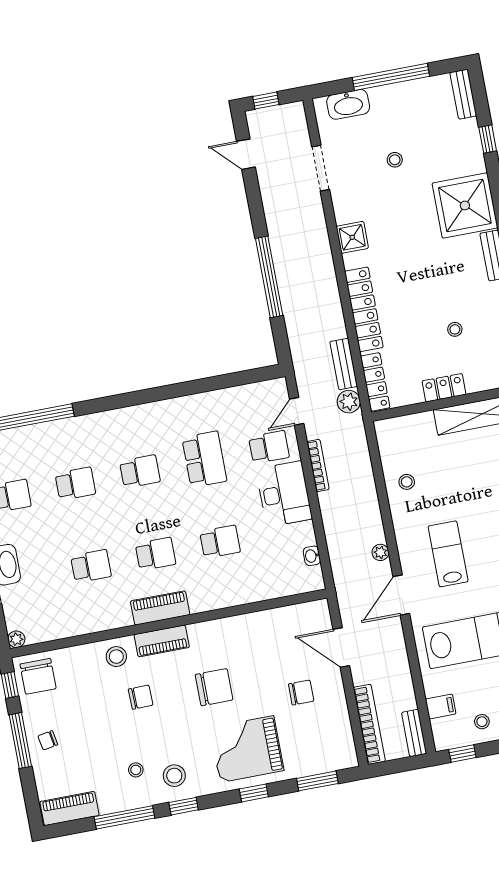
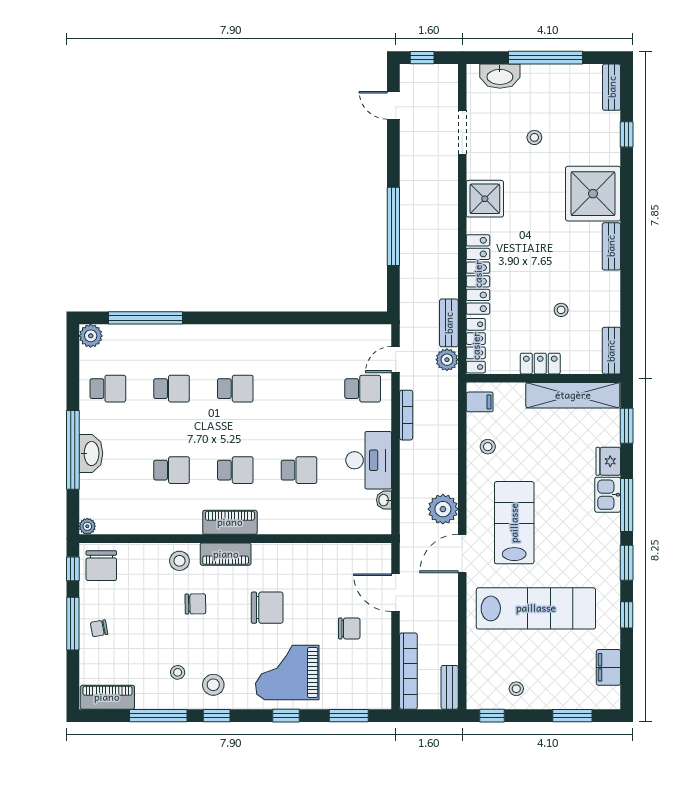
shower: (352, 237) -> (485, 199), width x1.36, depth x1.36
school desk: (204, 459) -> (299, 389), removed
desk: (284, 494) -> (369, 460), moved
plant: (380, 552) -> (443, 509), width x1.88, depth x1.88
lab bench: (448, 554) -> (514, 523), width x1.36, depth x1.39
filing cabinet: (441, 706) -> (480, 402), moved

